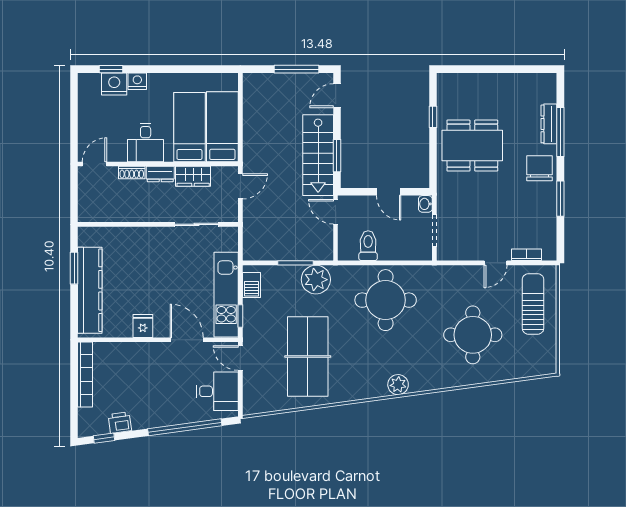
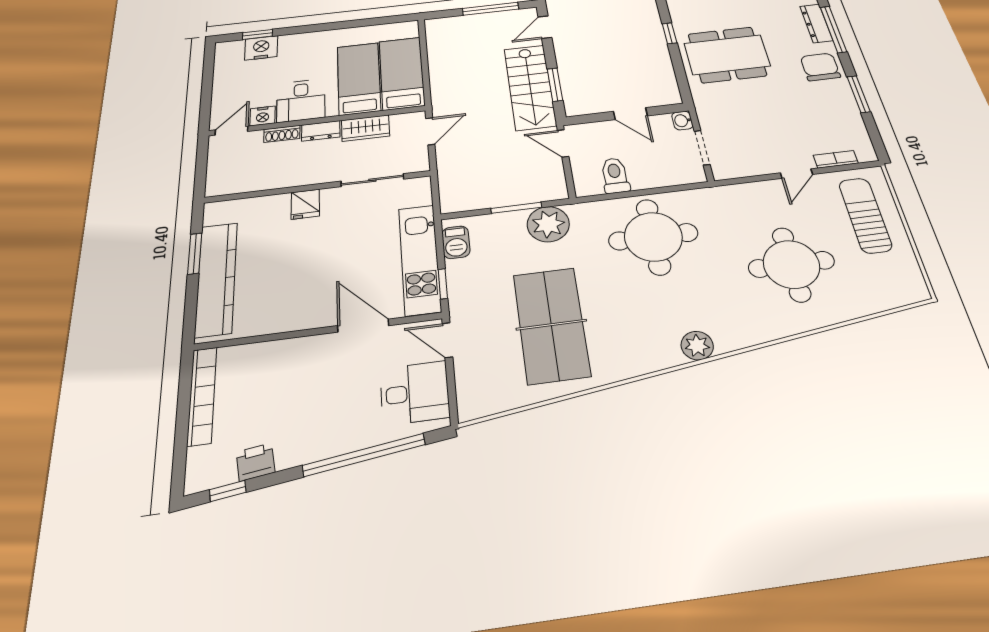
nightstand: (137, 81) -> (263, 116), moved, turned 180
fridge: (143, 326) -> (305, 204), moved, turned 180

